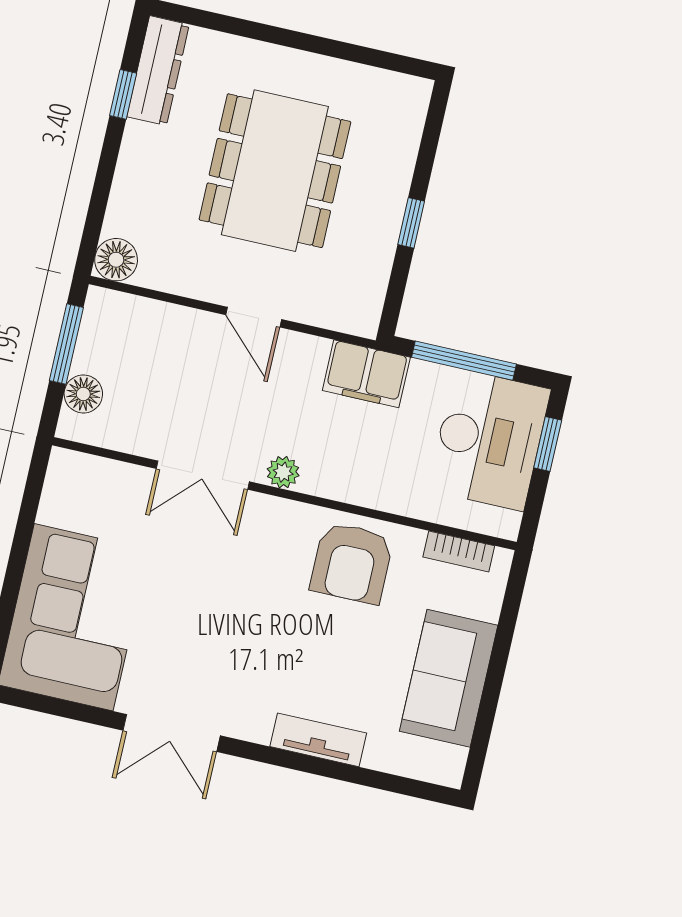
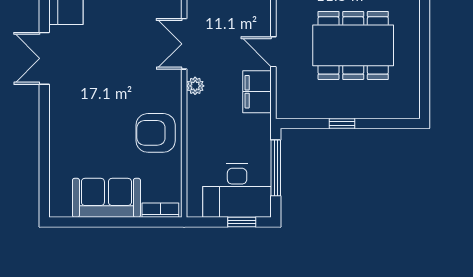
door: (254, 317) -> (273, 52), hinge flipped
filing cabinet: (366, 374) -> (257, 92), moved
bookcase: (459, 551) -> (160, 210), moved, turned 90
tv unit: (318, 740) -> (58, 136), removed

